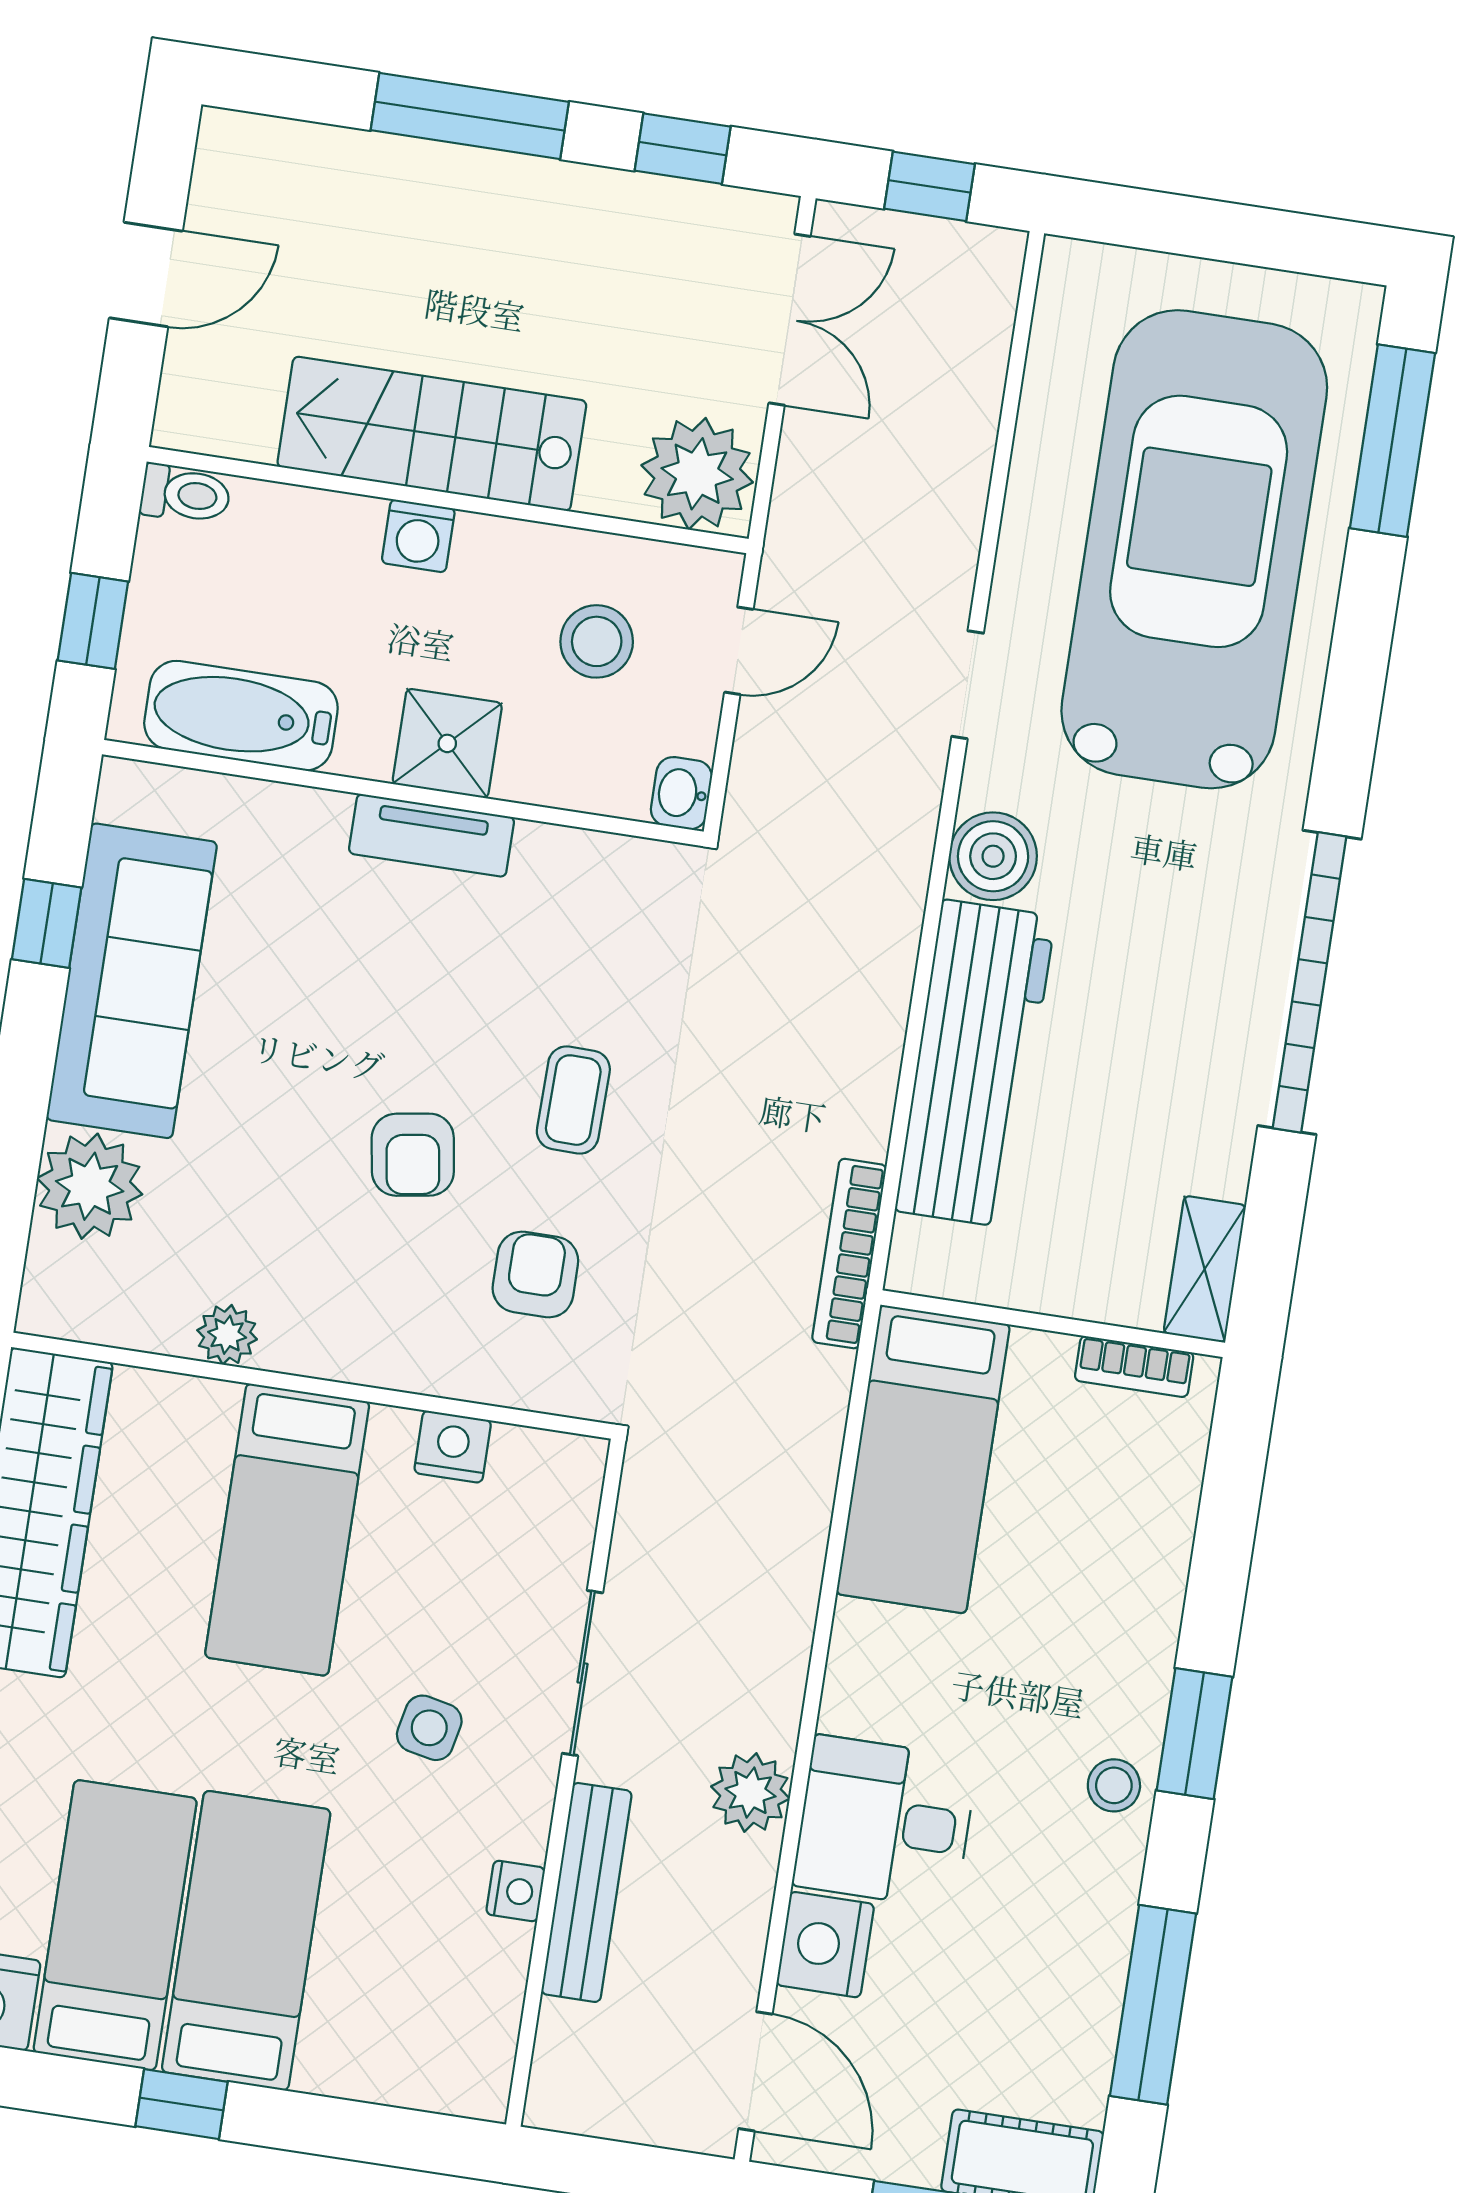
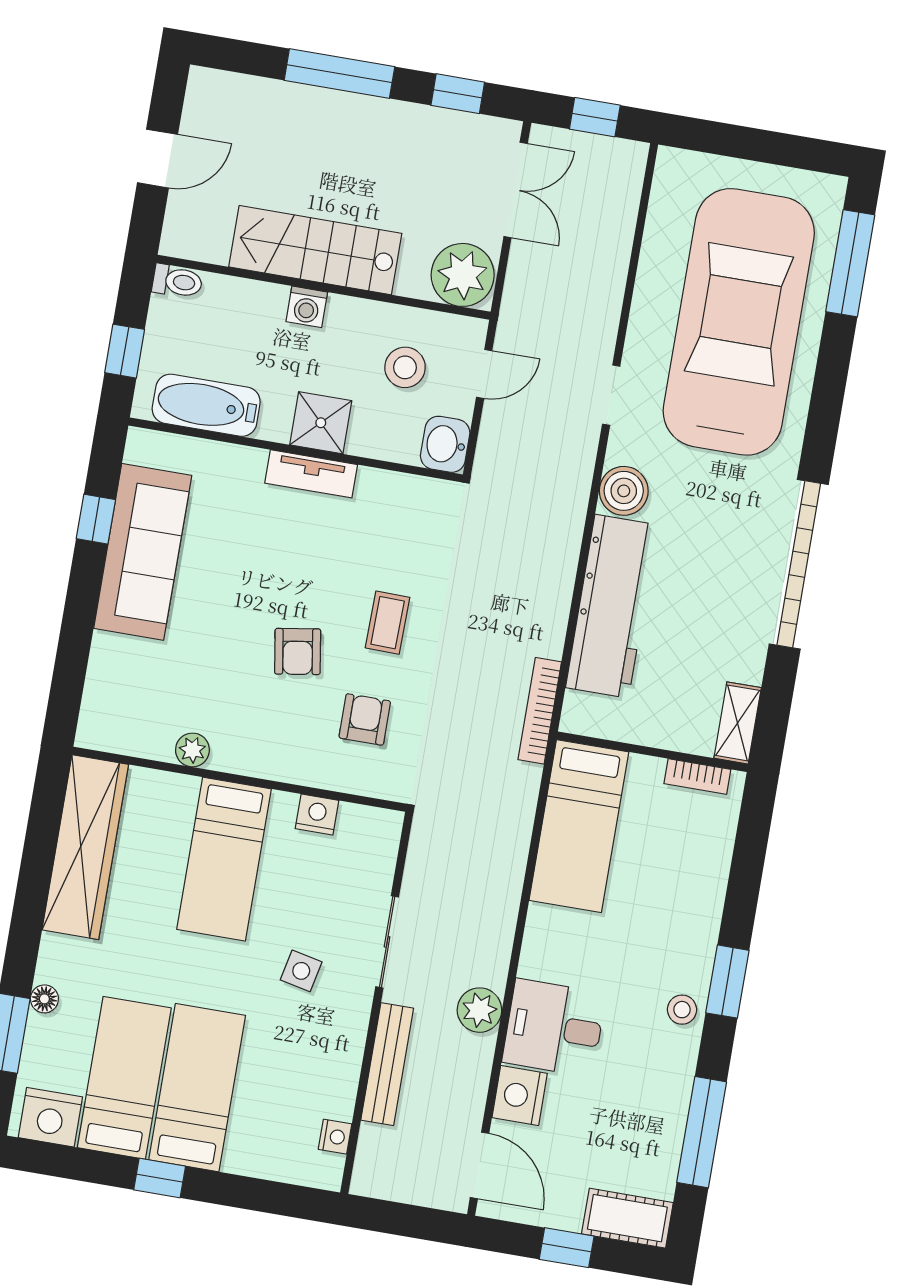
washbasin: (681, 793) -> (445, 444), width x1.38, depth x1.45
plant: (90, 1186) -> (117, 666), removed
nightstand: (516, 1891) -> (335, 1137), moved

